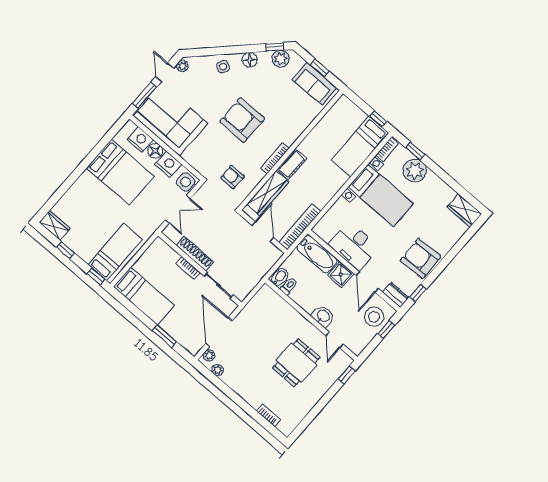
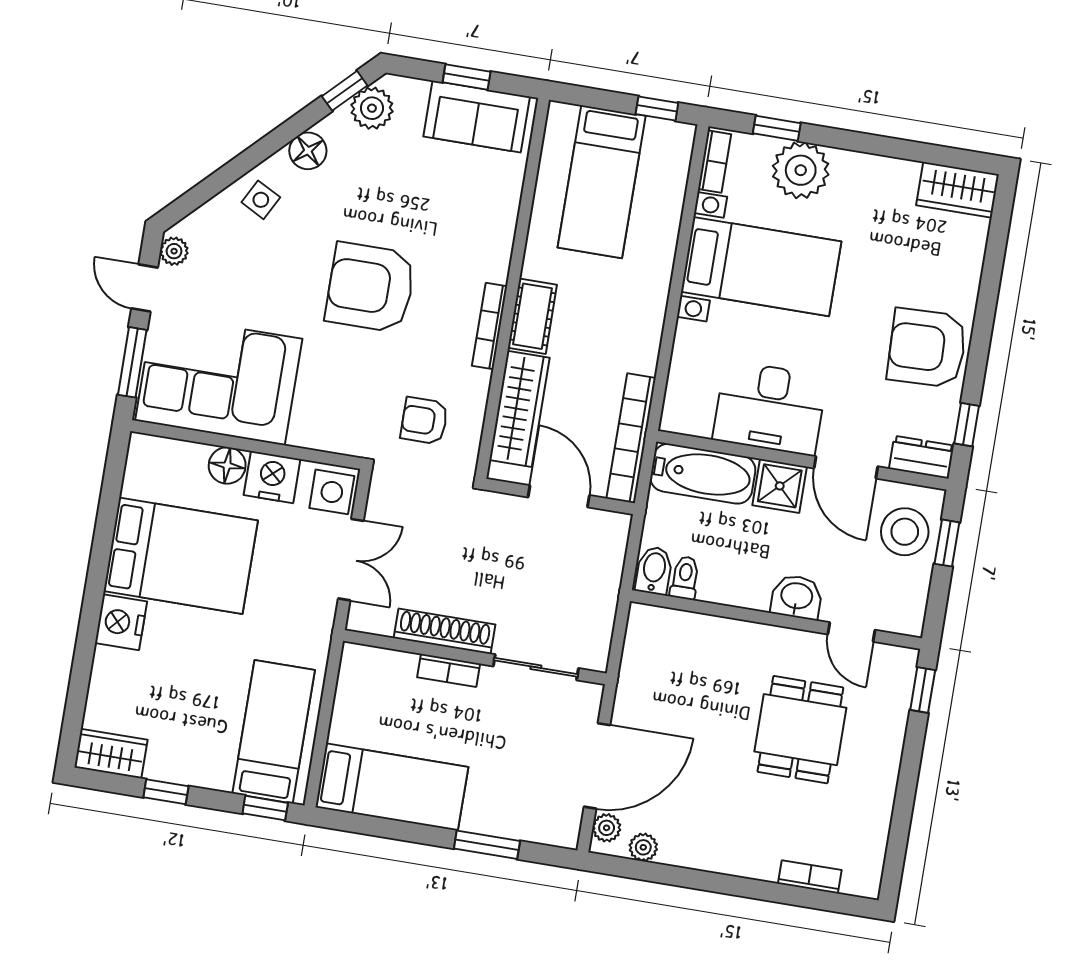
nightstand: (140, 140) -> (121, 622), moved, turned -90
bed: (360, 146) -> (602, 182), moved
door: (219, 332) -> (597, 766), swing flipped

